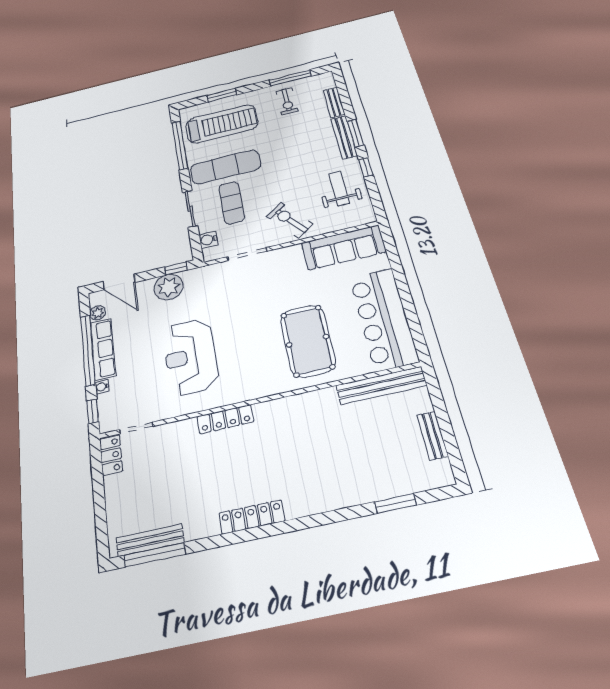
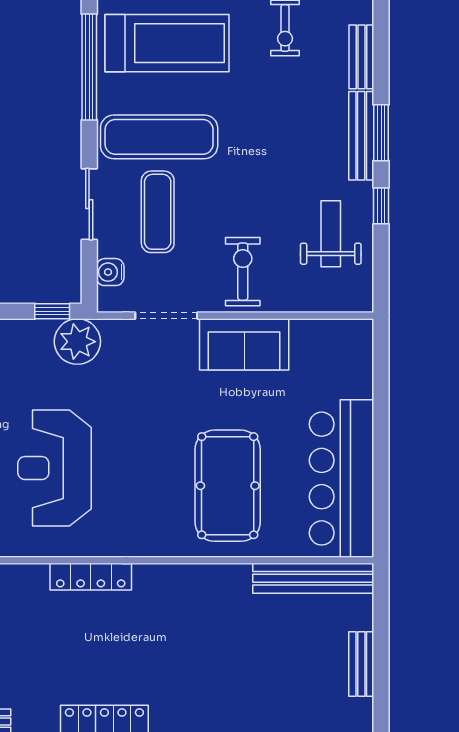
exercise bike: (290, 220) -> (243, 272), turned 37
sofa: (344, 247) -> (244, 344), moved, width x0.73
plant: (169, 287) -> (77, 342), moved

